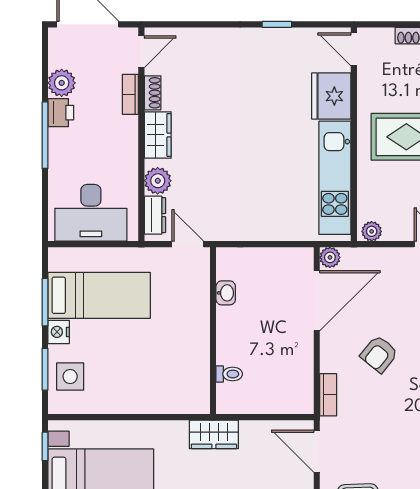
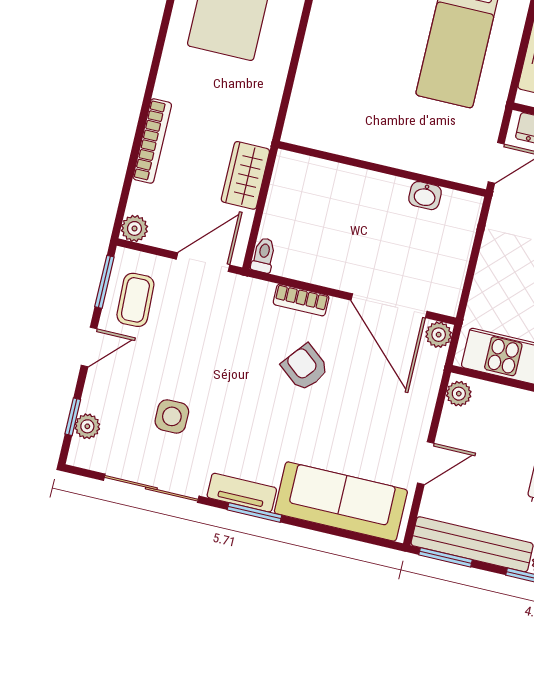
toilet: (229, 374) -> (264, 255), moved, turned 180
bookcase: (328, 395) -> (301, 300), moved
wardrobe: (214, 434) -> (245, 175), moved

